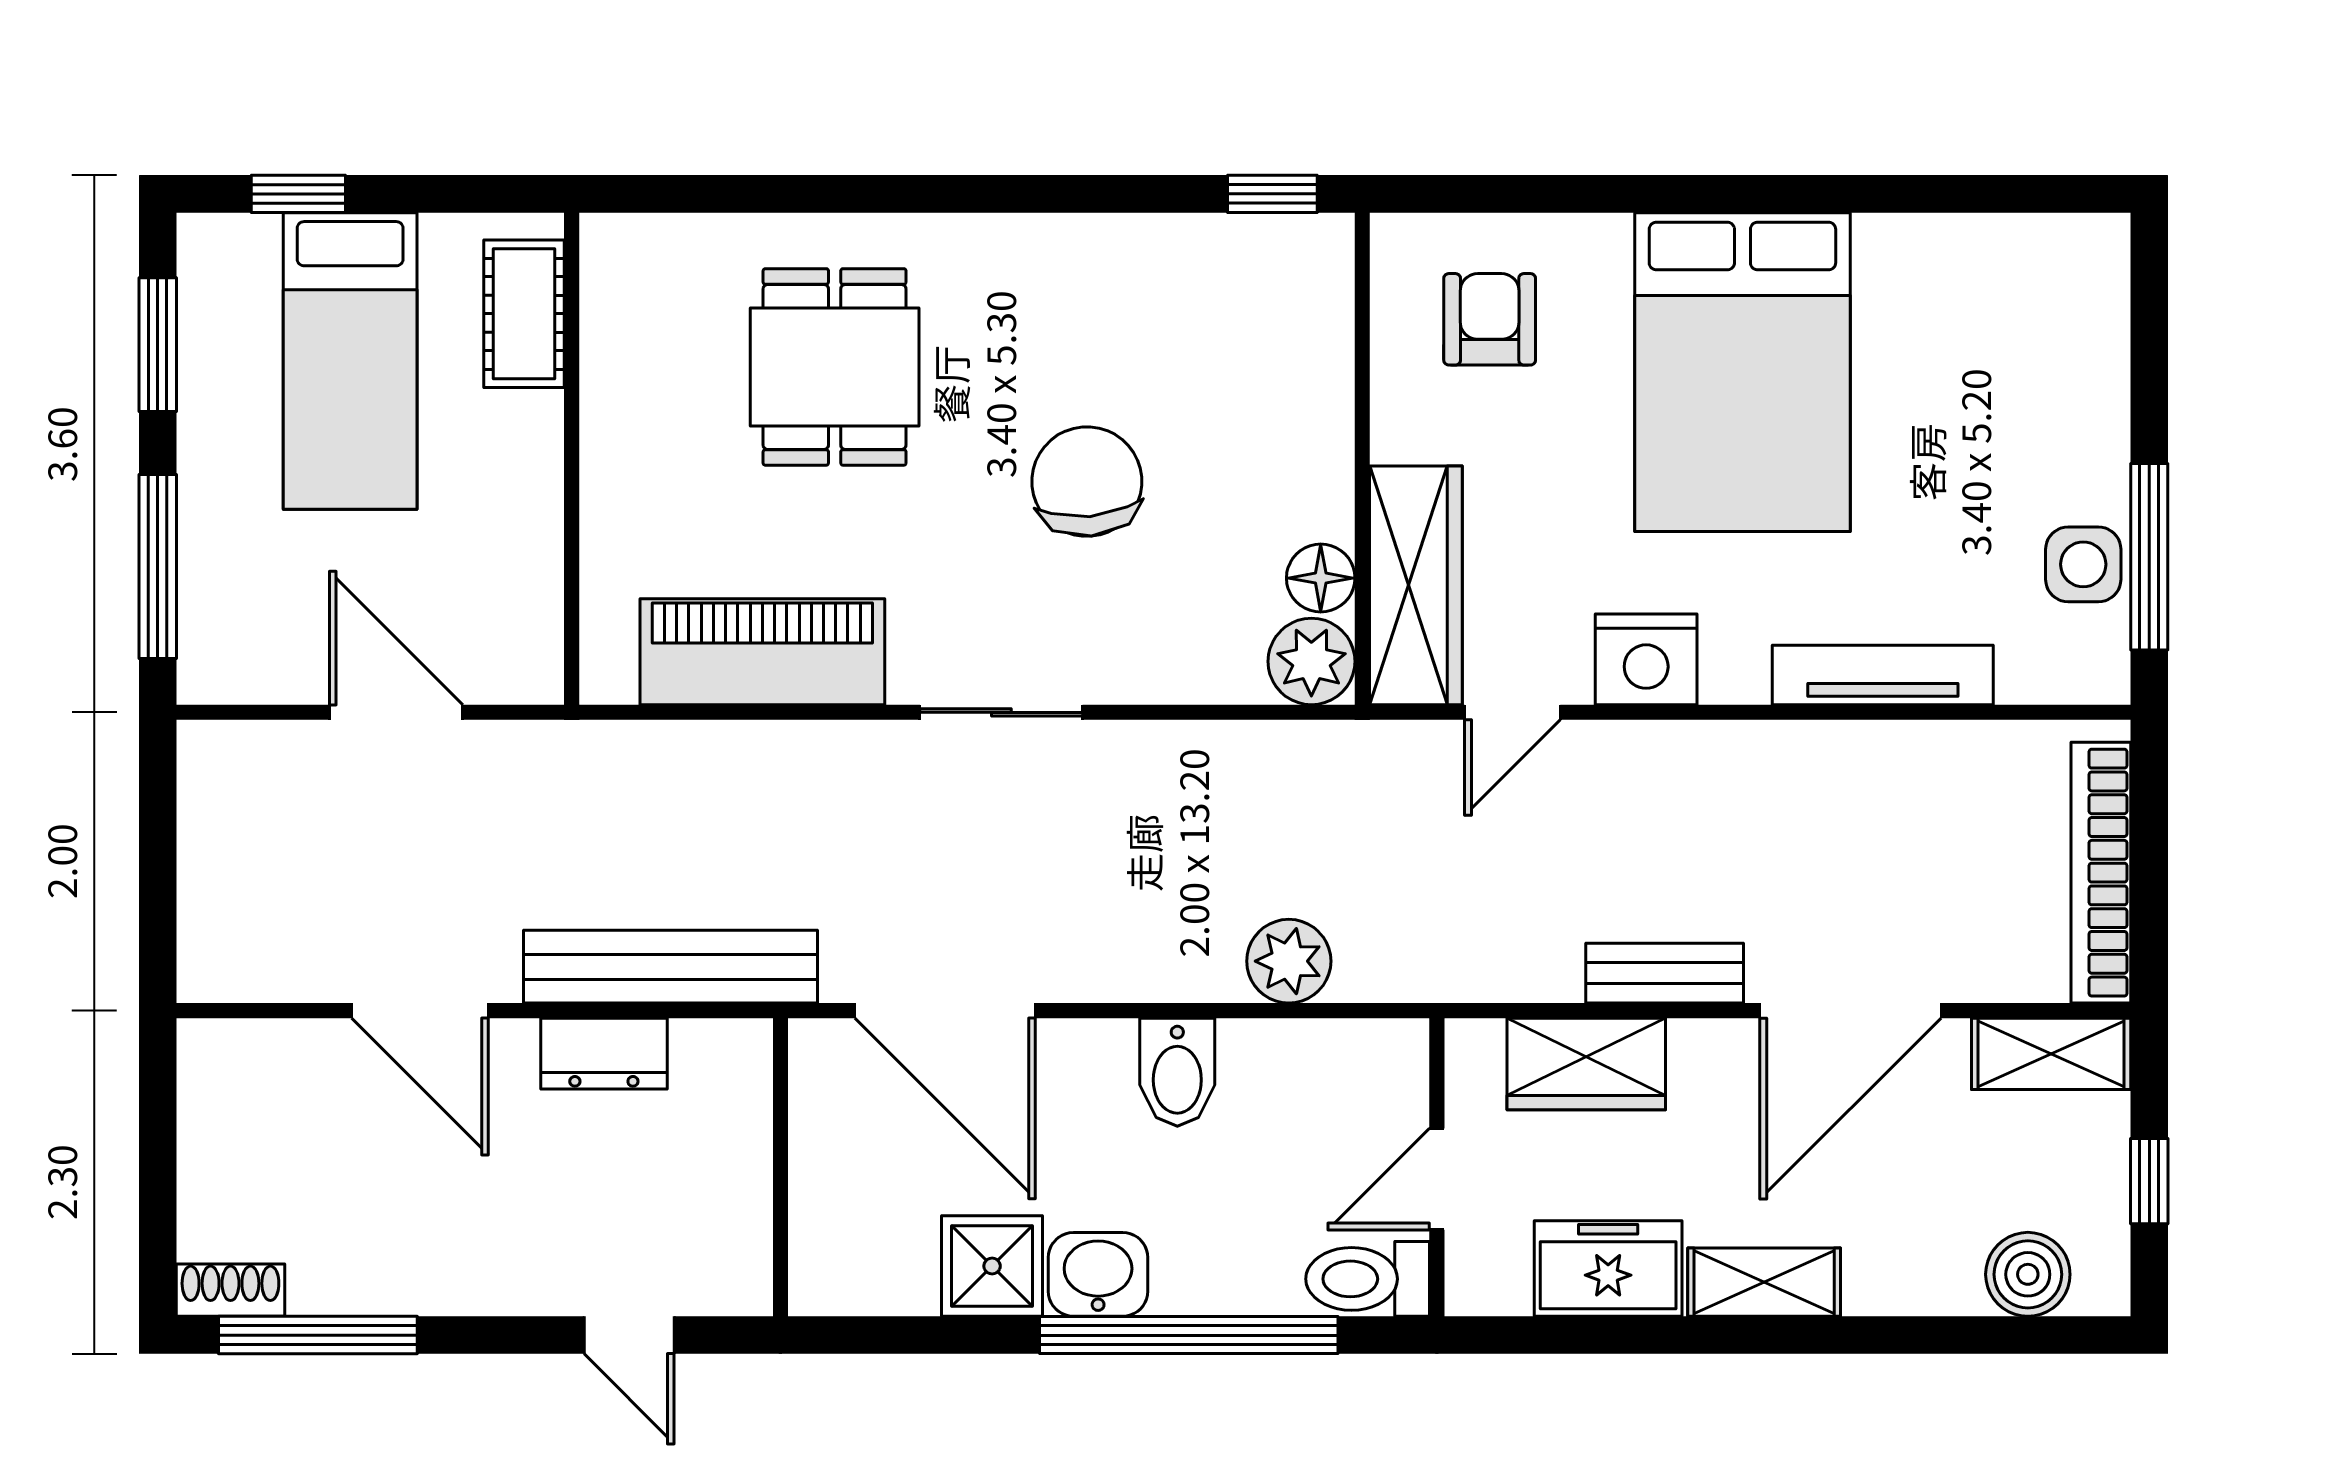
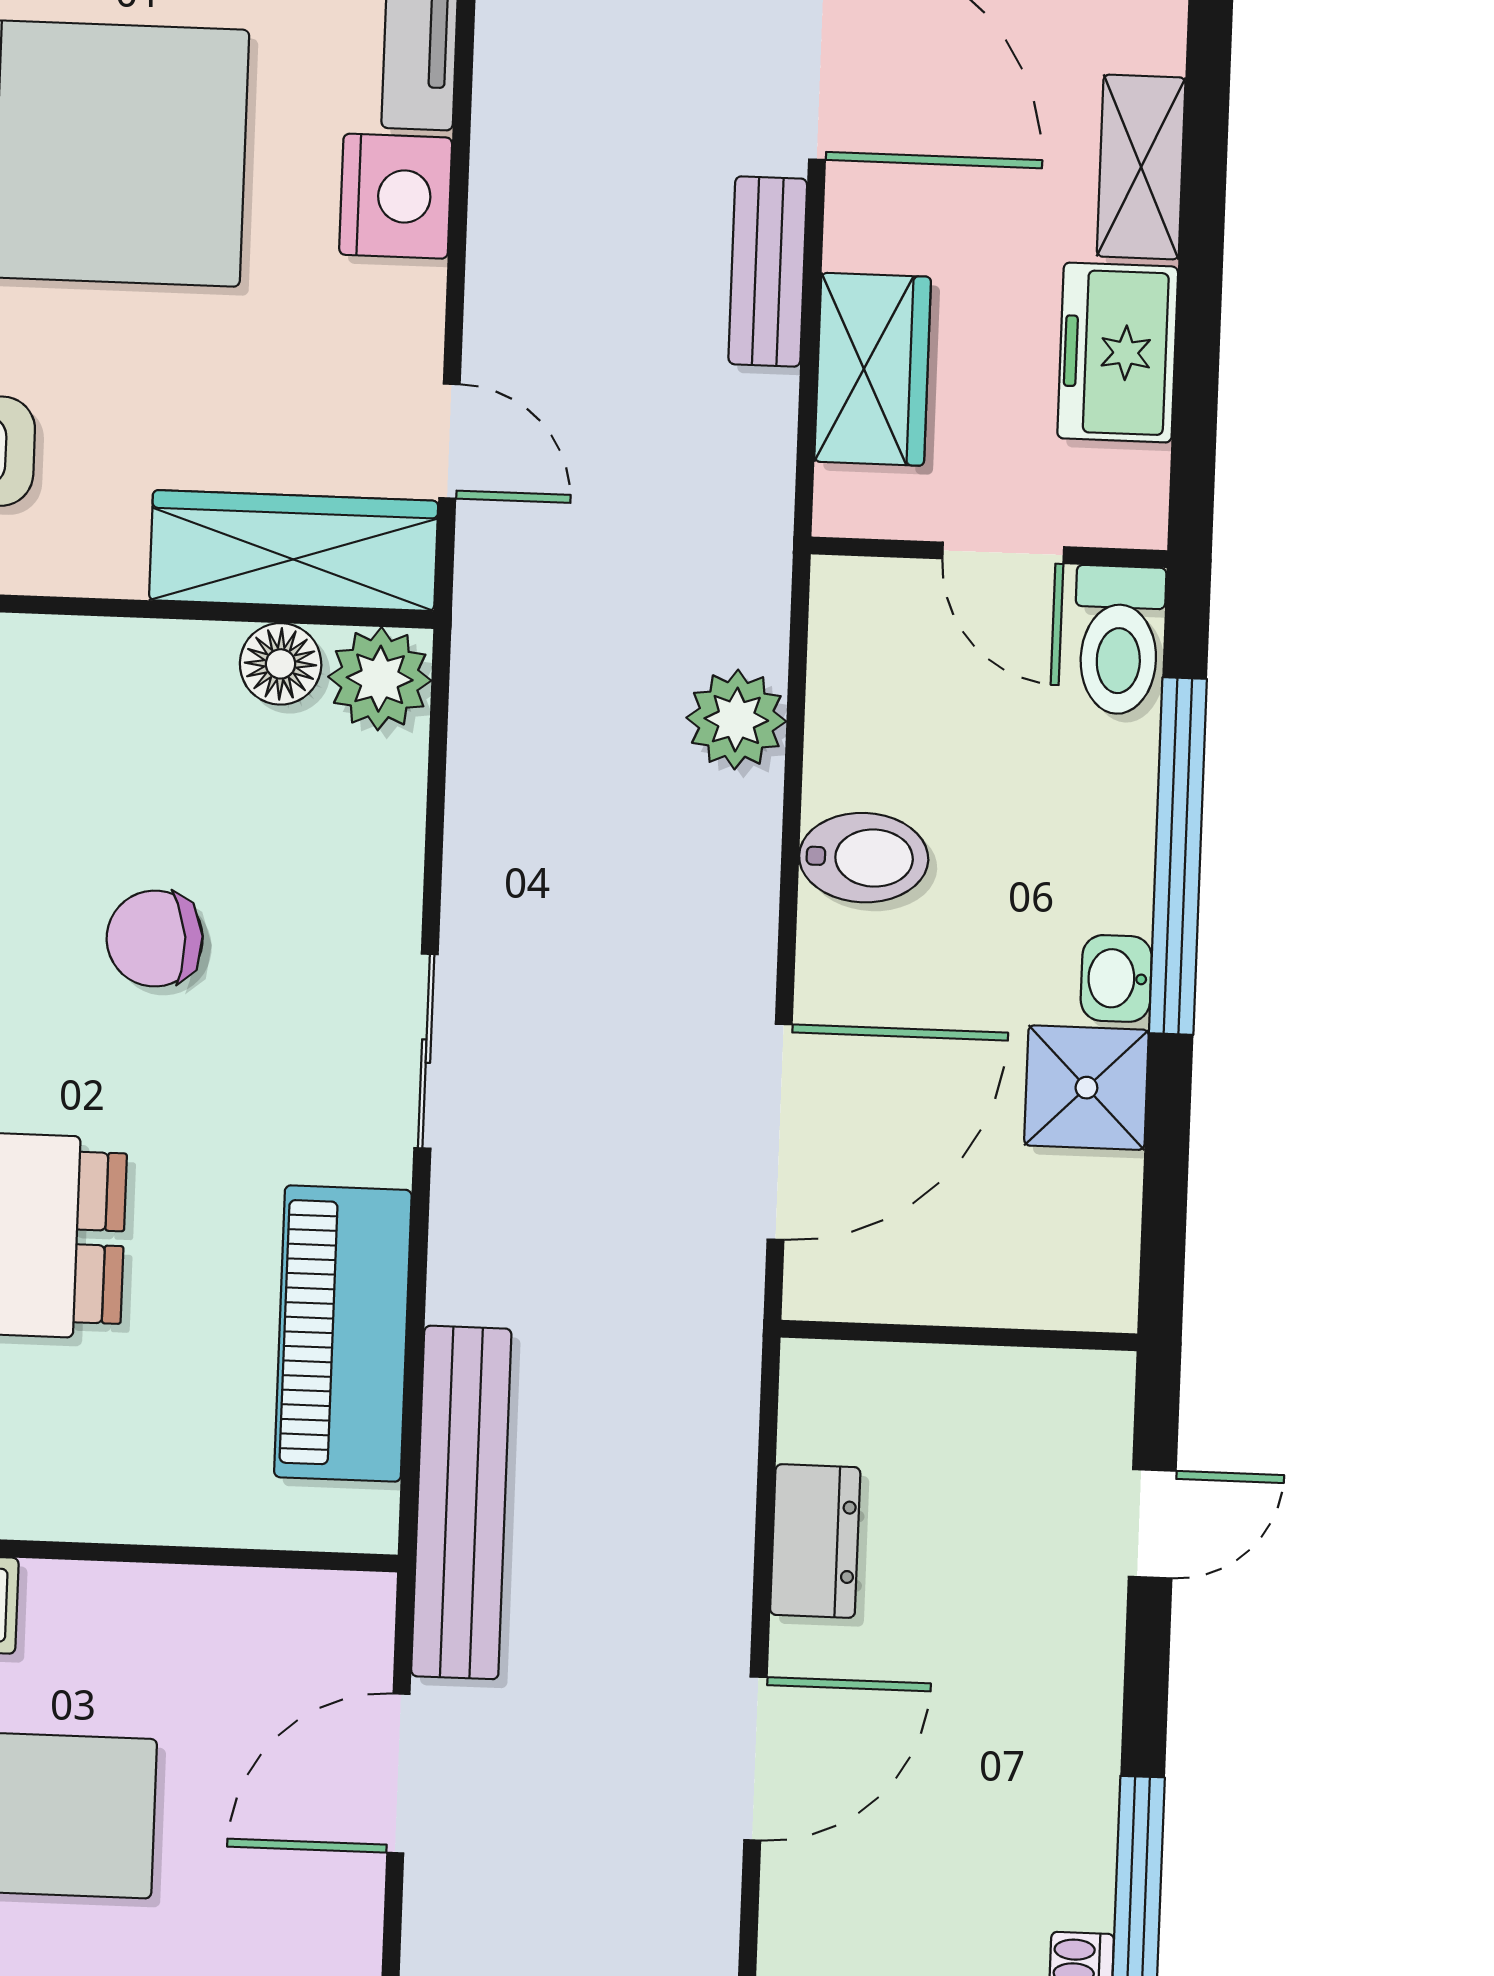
chair: (1087, 482) -> (155, 939), width x0.73, depth x0.73
nightstand: (1646, 659) -> (396, 196), moved
bench: (670, 967) -> (461, 1502), moved
washbasin: (1098, 1274) -> (1116, 978), width x0.72, depth x0.69

